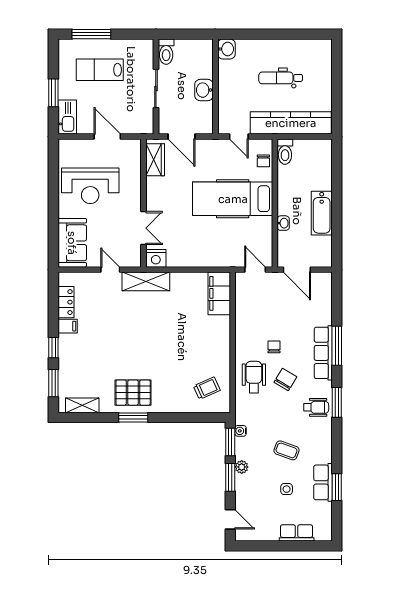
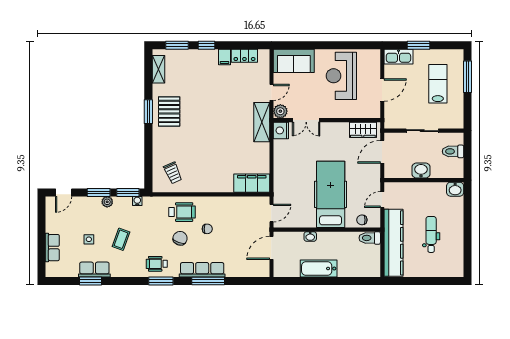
toilet: (166, 52) -> (453, 151), moved
plant: (133, 259) -> (280, 111), added
chair: (285, 379) -> (180, 238), turned -102
wheelchair: (316, 407) -> (157, 264), turned 90

